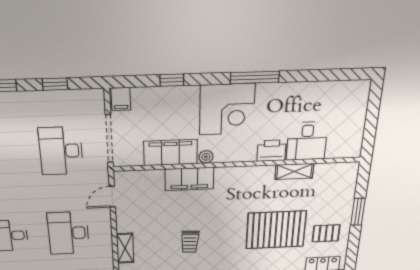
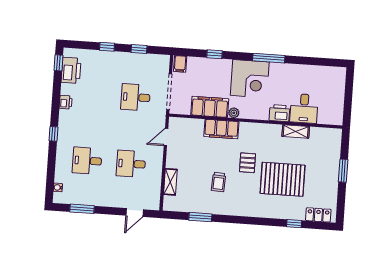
desk: (61, 151) -> (136, 97), width x0.73
desk: (68, 233) -> (131, 164), width x0.73
pallet: (326, 233) -> (247, 163), moved, turned 90

